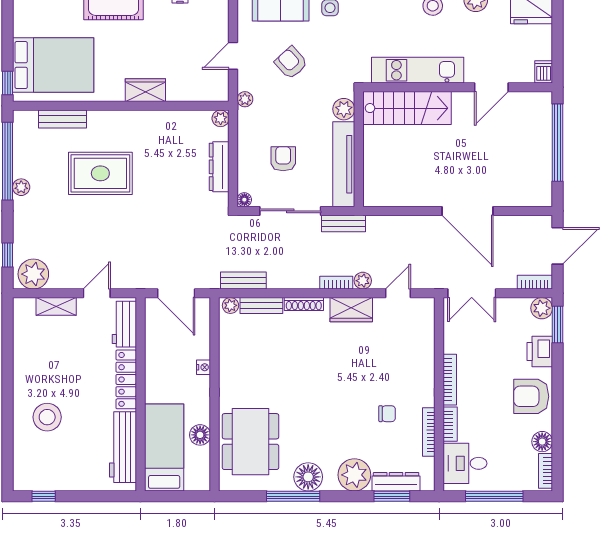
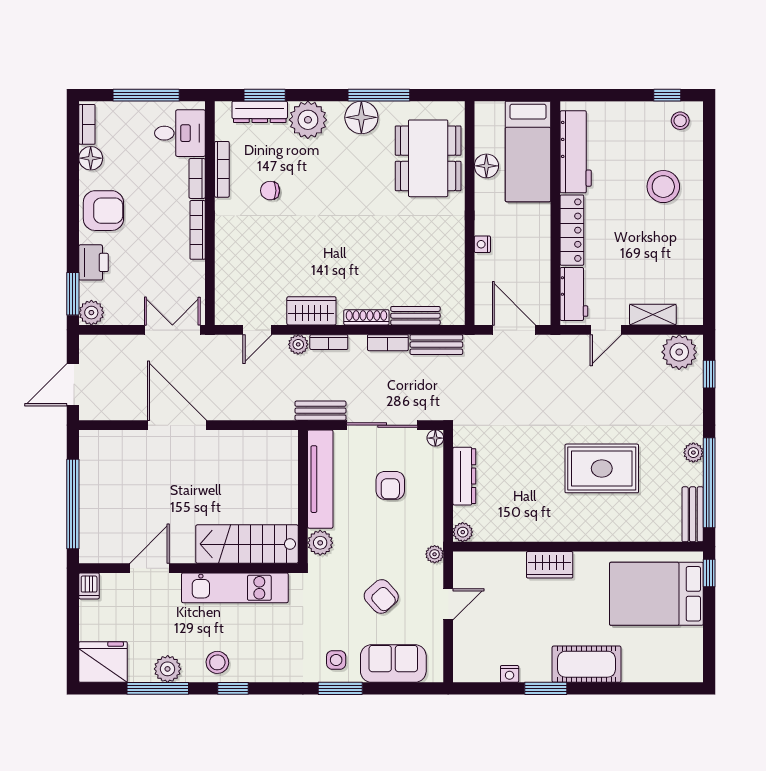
bench: (62, 119) -> (693, 514), moved, turned 90
bookcase: (535, 282) -> (388, 343), moved
plant: (230, 305) -> (451, 316), removed
stool: (33, 474) -> (680, 121), added

